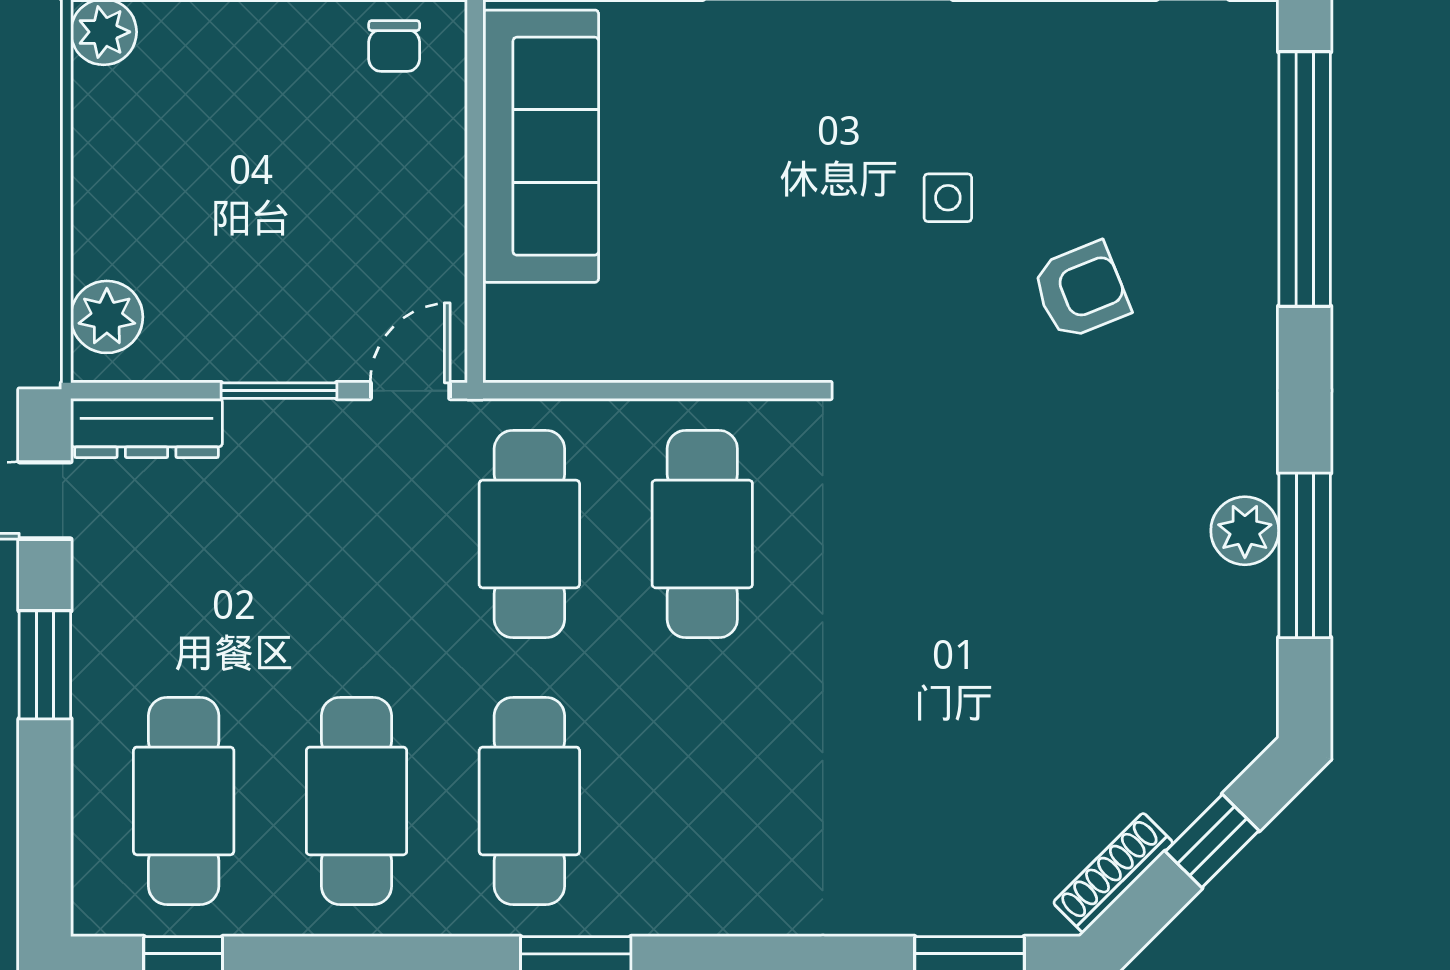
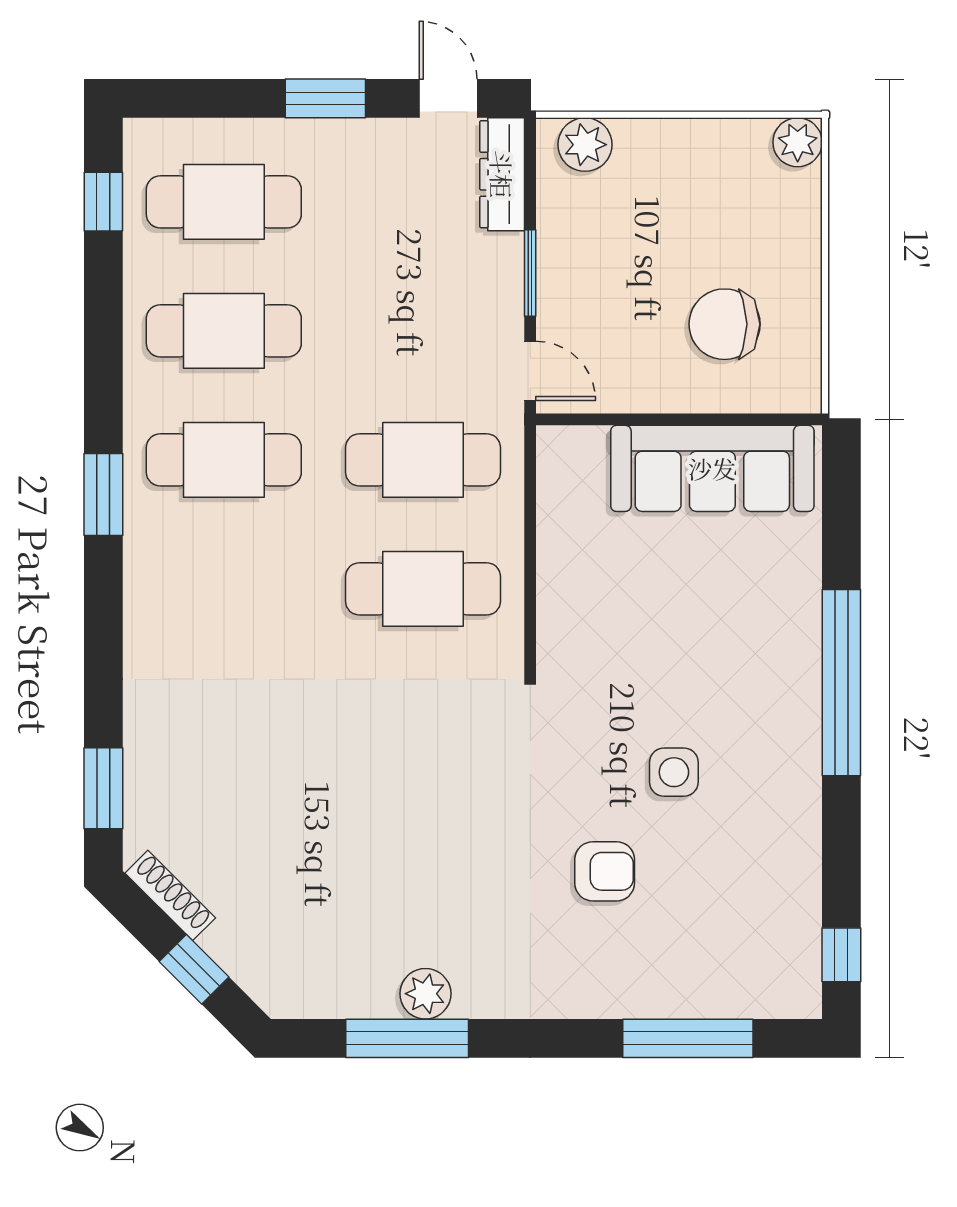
chair: (394, 46) -> (725, 324), moved, width x1.87, depth x1.87
window: (1305, 179) -> (688, 1038), width x0.68
side table: (948, 198) -> (674, 772), width x1.37, depth x1.37
armchair: (1081, 291) -> (605, 871), turned -68

